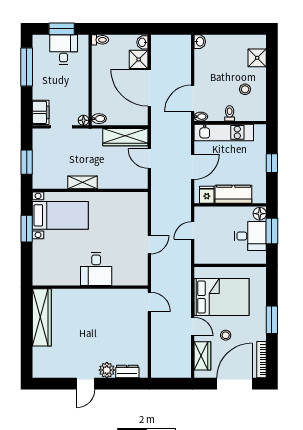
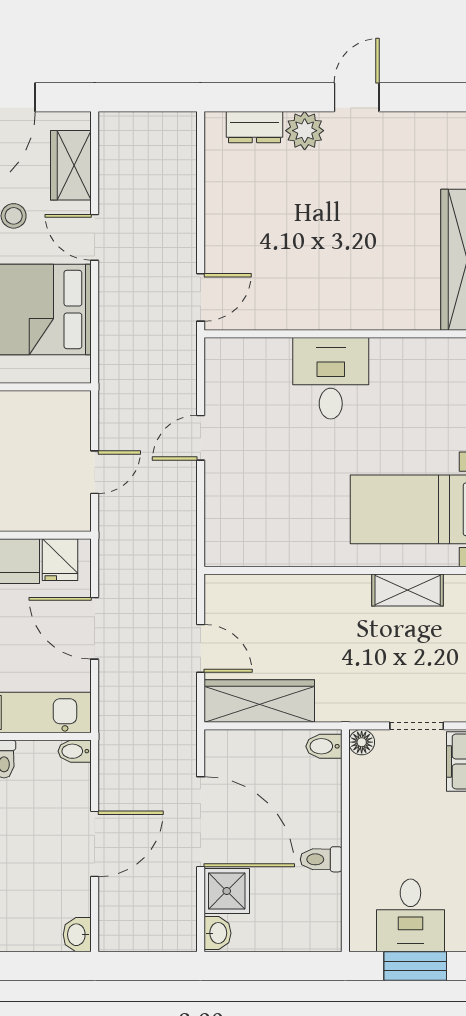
toilet: (100, 40) -> (321, 859), moved
door: (193, 98) -> (95, 844), moved
door: (193, 167) -> (95, 628), hinge flipped
shelving: (82, 182) -> (408, 590), moved
door: (149, 302) -> (201, 297), swing flipped

